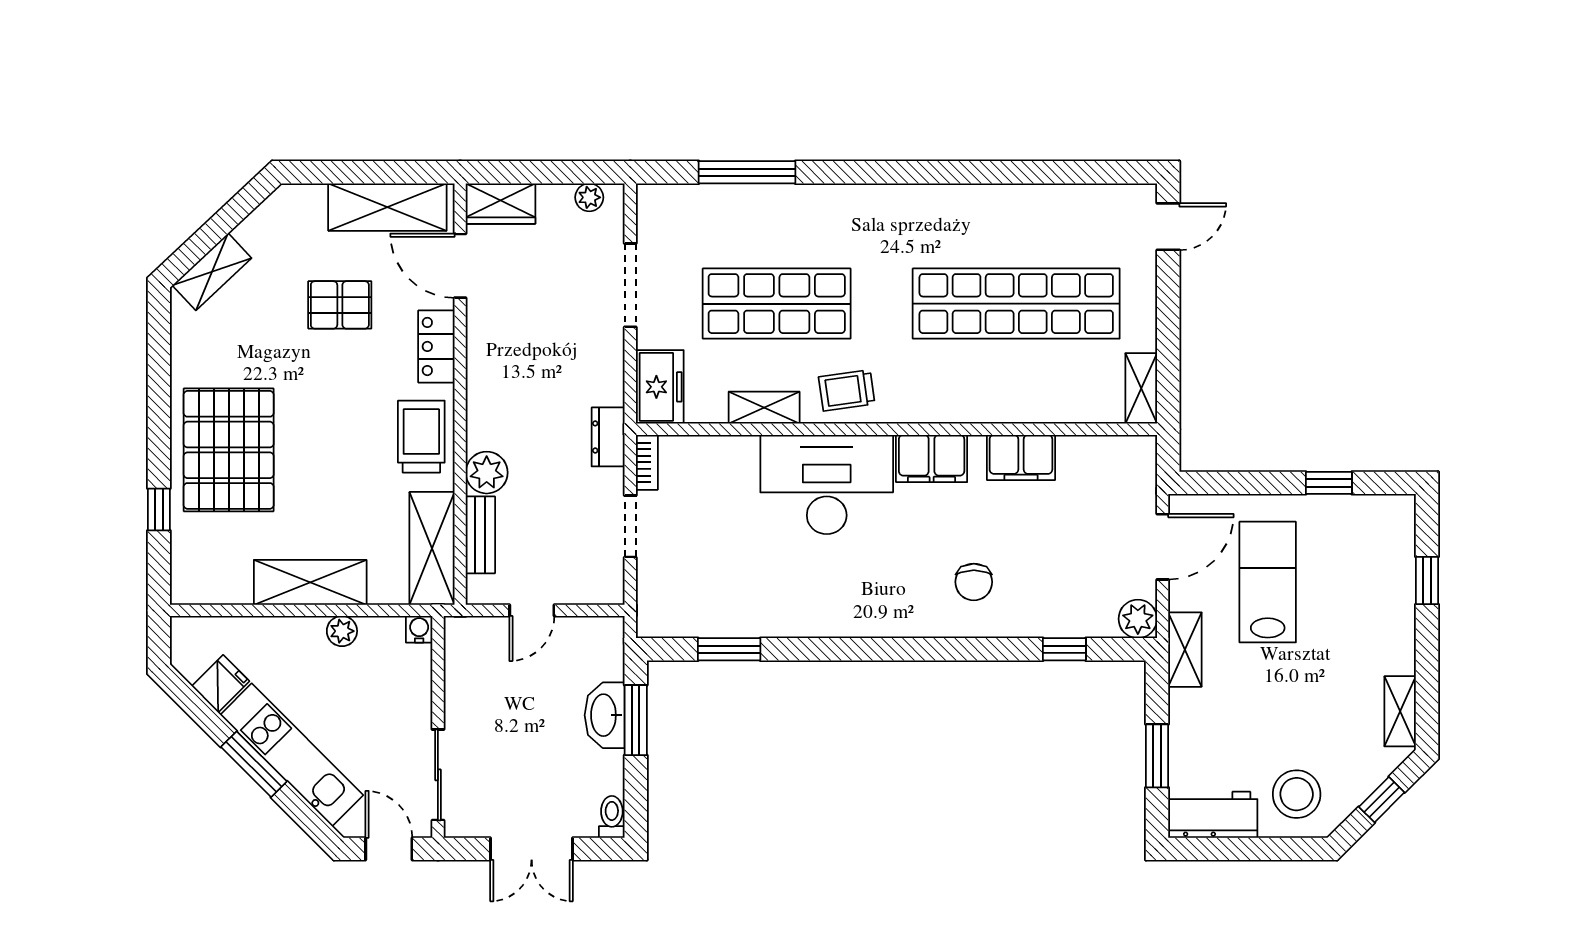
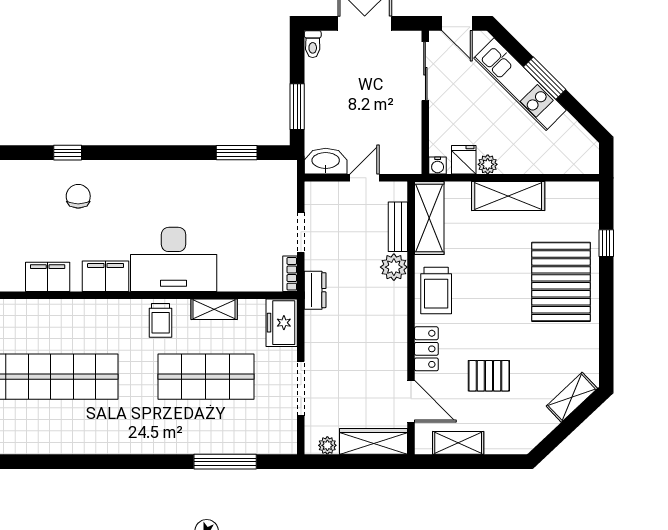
wardrobe: (501, 204) -> (374, 441), width x1.50
shelving: (387, 207) -> (458, 443), width x0.67, depth x0.75
trolley: (847, 390) -> (161, 320), turned 98
window: (1064, 649) -> (68, 153), moved
fridge: (221, 684) -> (464, 160), moved, turned 135
washbasin: (605, 715) -> (326, 161), moved, turned -90

